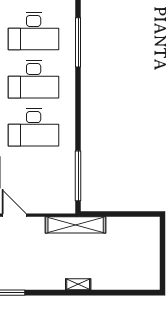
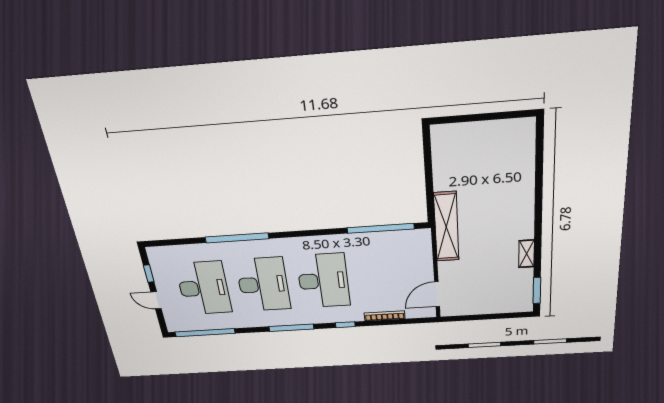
window: (78, 42) -> (237, 238), moved
shelving: (78, 284) -> (527, 254), moved

